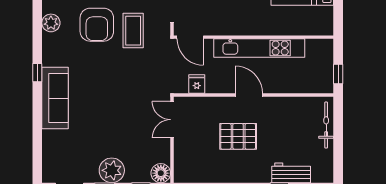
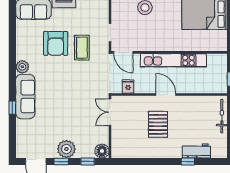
plant: (51, 23) -> (22, 67), moved
window: (37, 73) -> (12, 108), moved
pallet: (238, 136) -> (158, 124), turned 90

